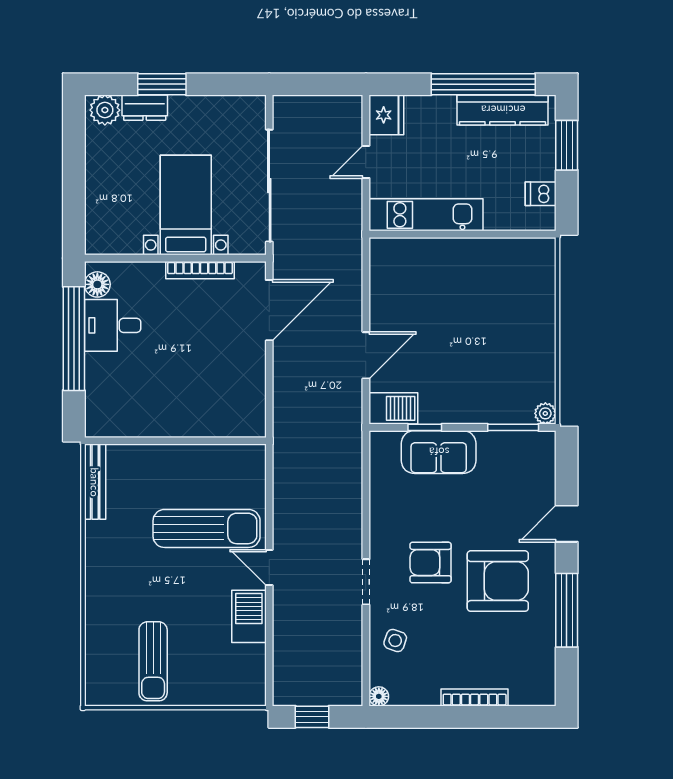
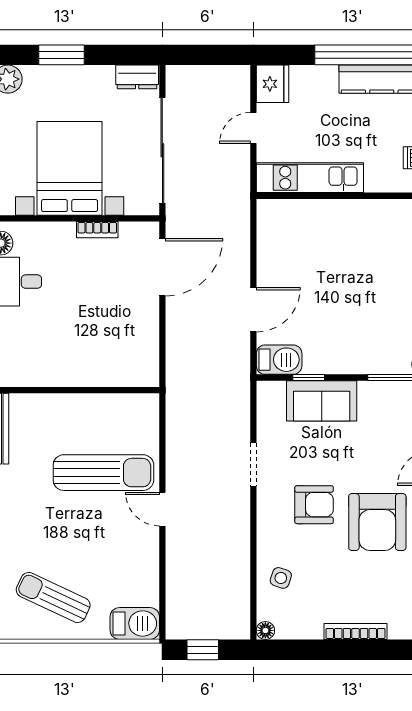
dresser: (145, 108) -> (137, 77), moved
bed with nightstands: (186, 205) -> (70, 168), width x1.36
bookcase: (200, 270) -> (97, 230), width x0.64
armchair: (431, 563) -> (314, 505), turned 180
armchair: (498, 581) -> (377, 522), turned 90
doorway: (366, 582) -> (253, 465), moved
barbecue: (249, 616) -> (135, 623), moved, turned 90
sun lounger: (153, 661) -> (53, 597), turned 115

